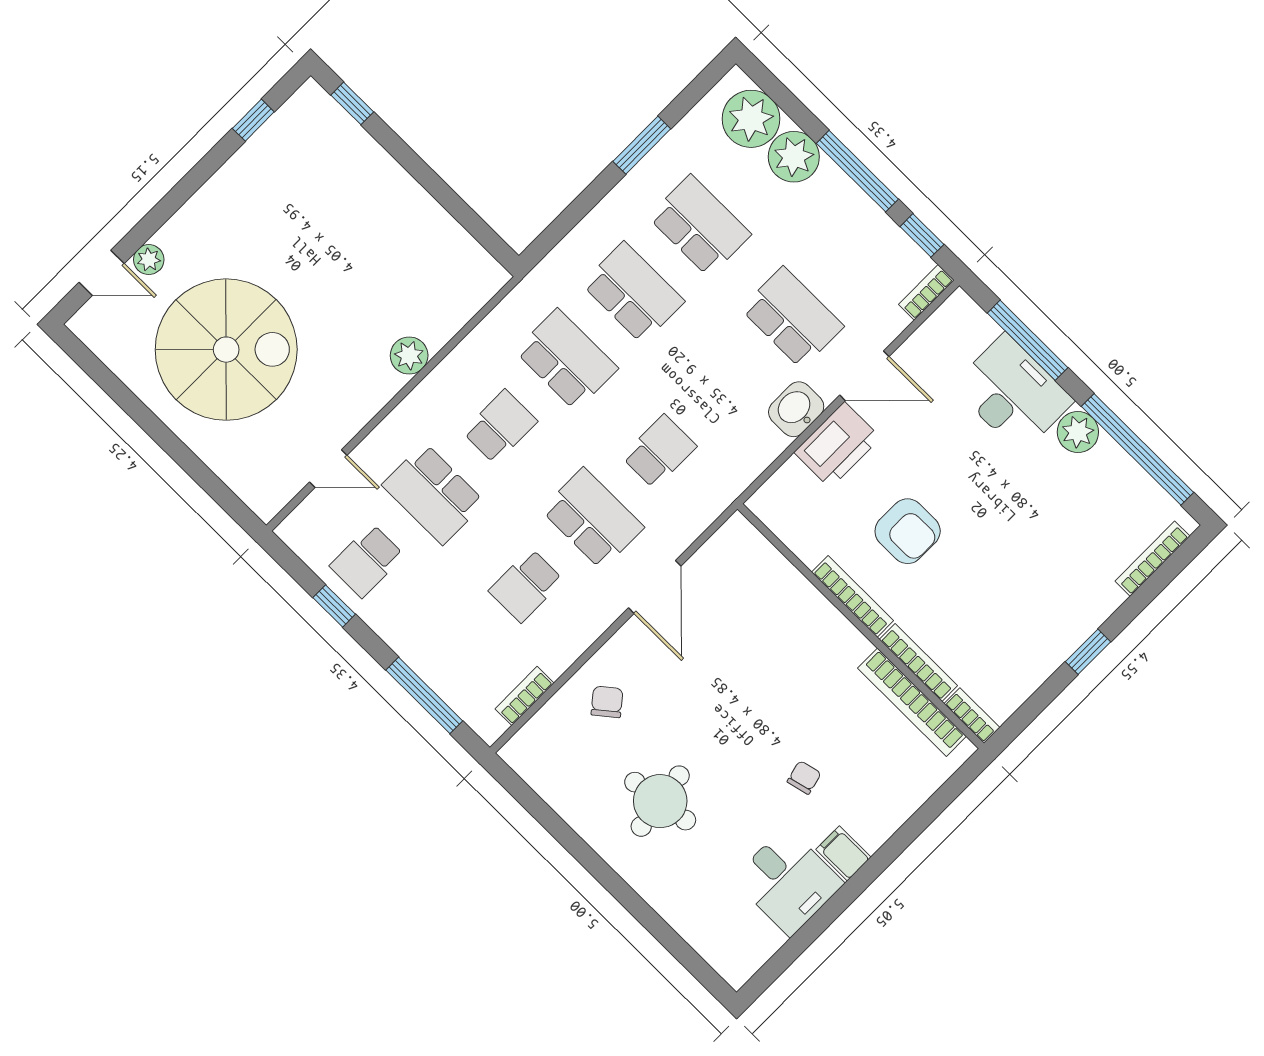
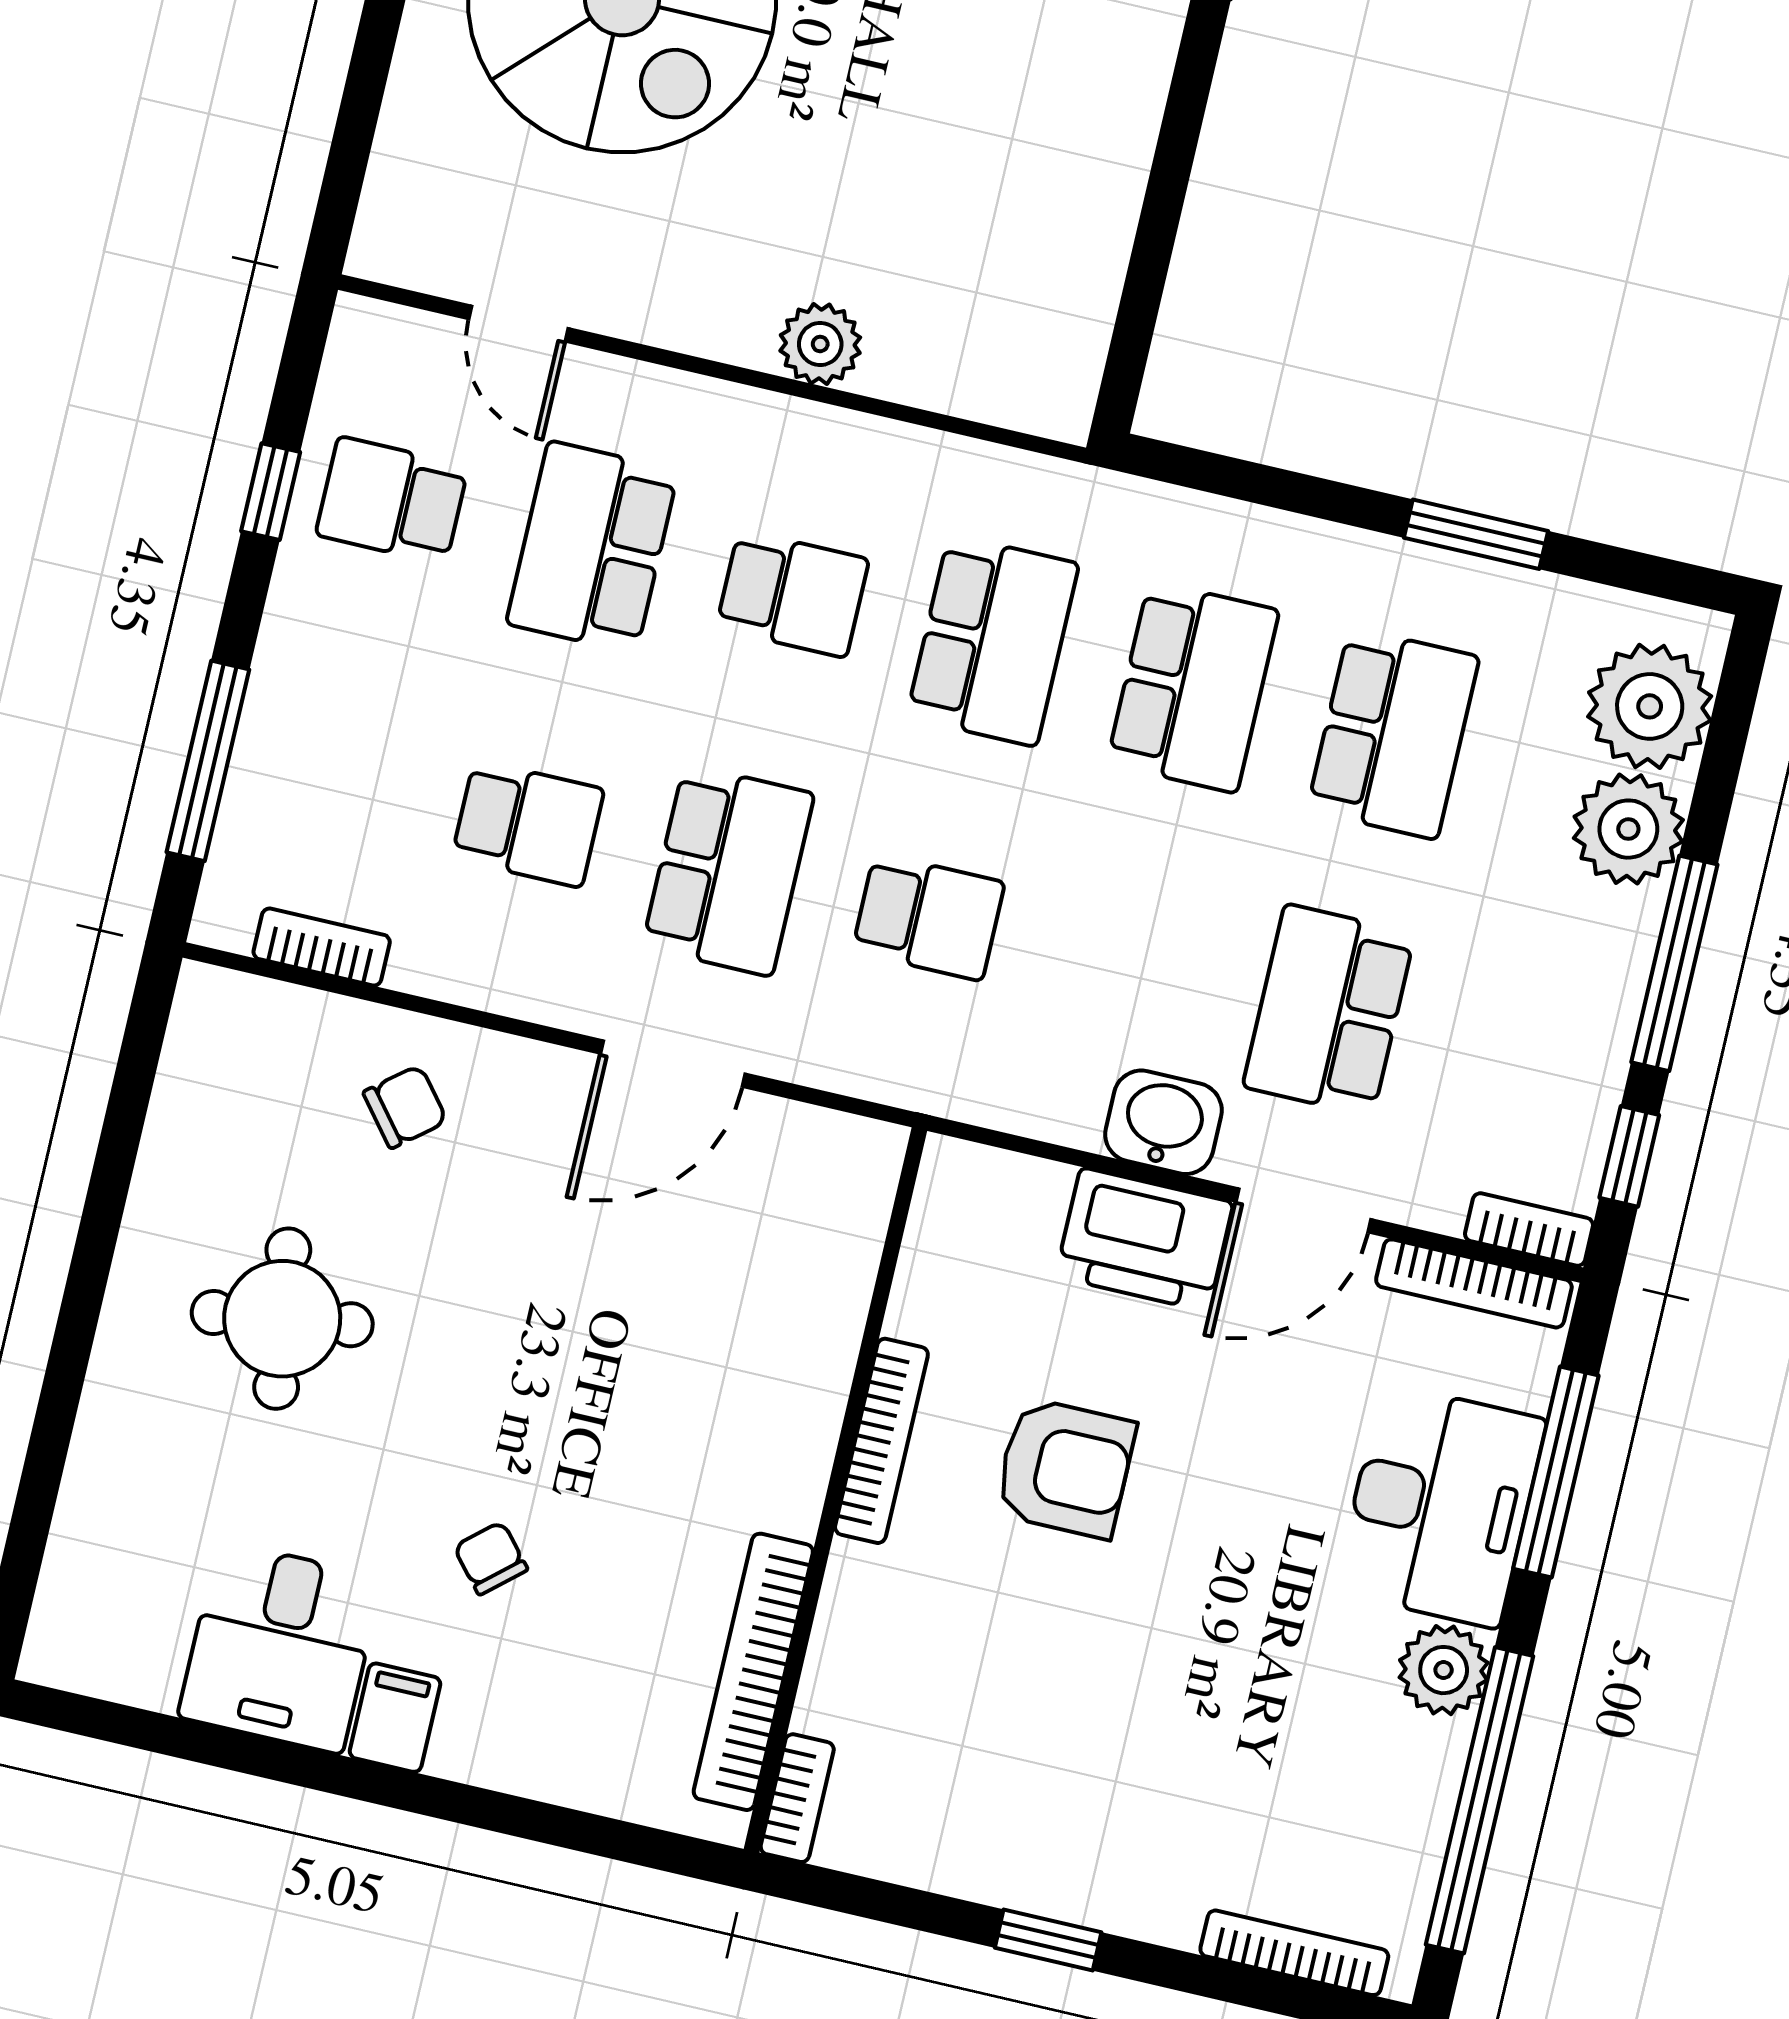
school desk: (792, 317) -> (1329, 1010), turned 180
door: (864, 376) -> (1303, 1210), hinge flipped
armchair: (908, 531) -> (1065, 1468), turned -90
school desk: (526, 586) -> (528, 824), turned 180
bookcase: (918, 662) -> (1474, 1283), moved, turned 90
chair: (804, 777) -> (491, 1558), turned -117

